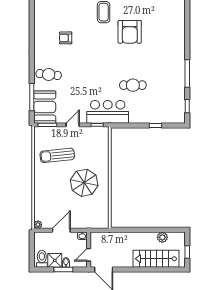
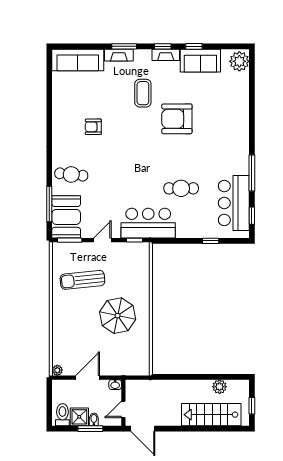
armchair: (130, 32) -> (177, 119), turned 90
bar counter: (173, 96) -> (234, 203), added

